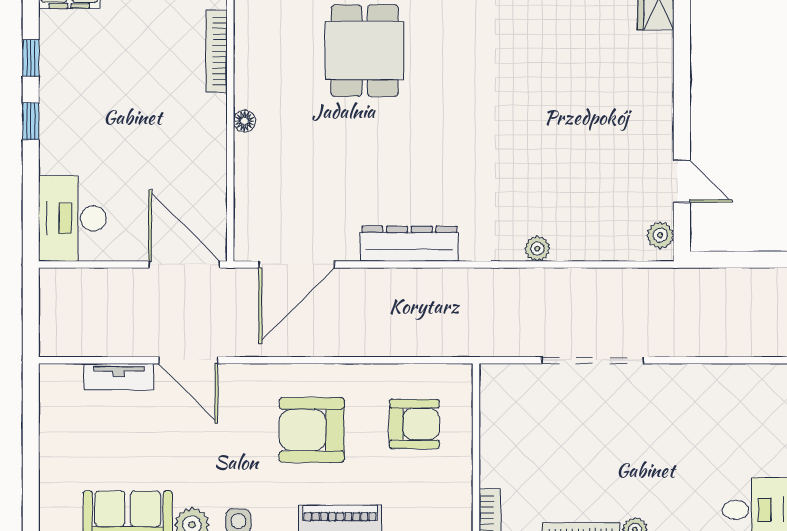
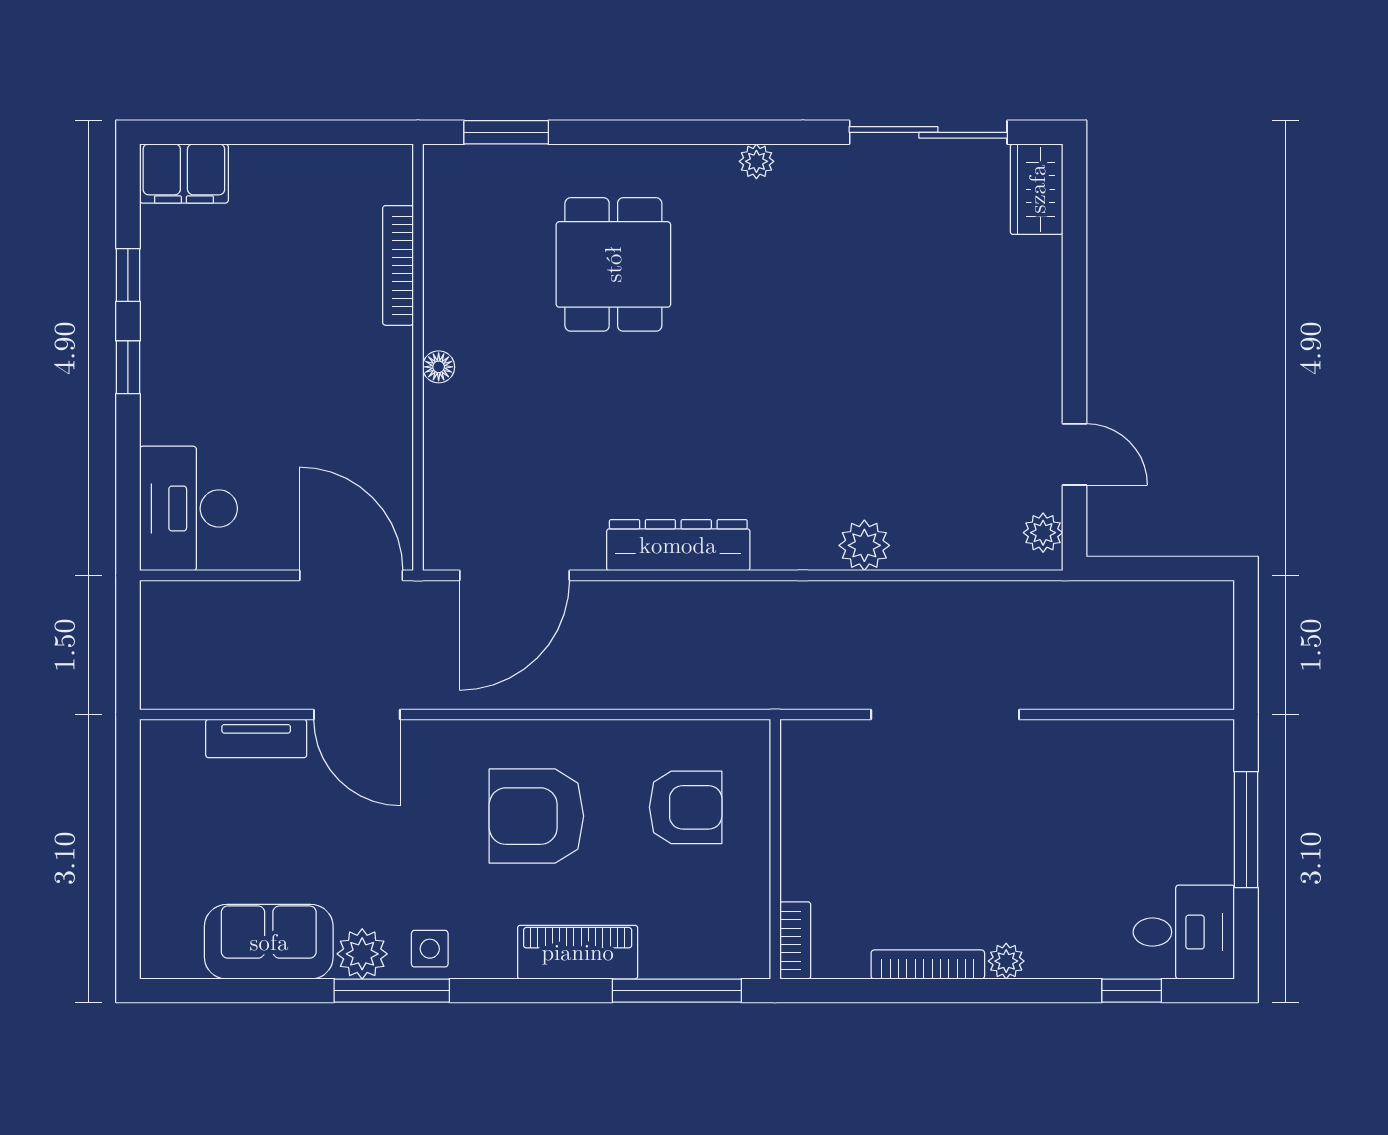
plant: (537, 249) -> (864, 545), width x1.38, depth x1.38

